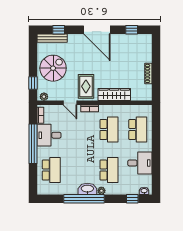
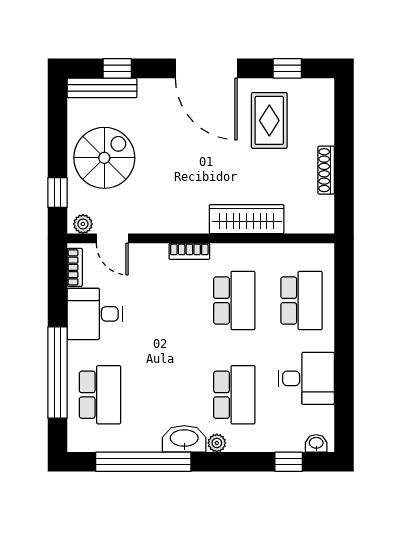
rug: (86, 86) -> (269, 120), moved
door: (70, 103) -> (112, 238), moved
window: (33, 144) -> (57, 373), moved
window: (84, 199) -> (143, 462), moved

